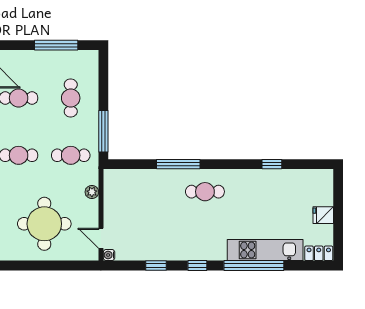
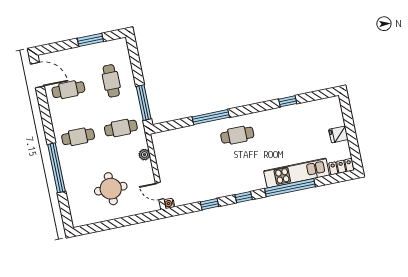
window: (56, 45) -> (90, 40), width x0.69
round table: (44, 224) -> (111, 189), width x0.73, depth x0.73

